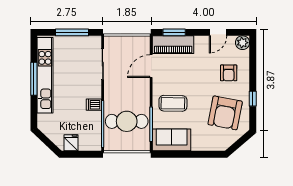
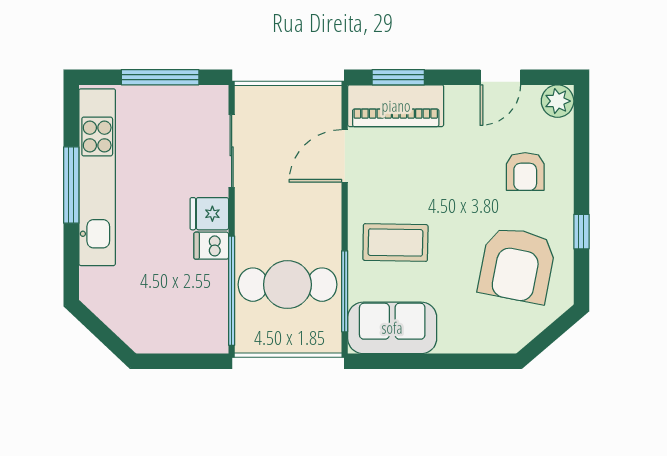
fridge: (71, 143) -> (209, 214), moved, turned -90

